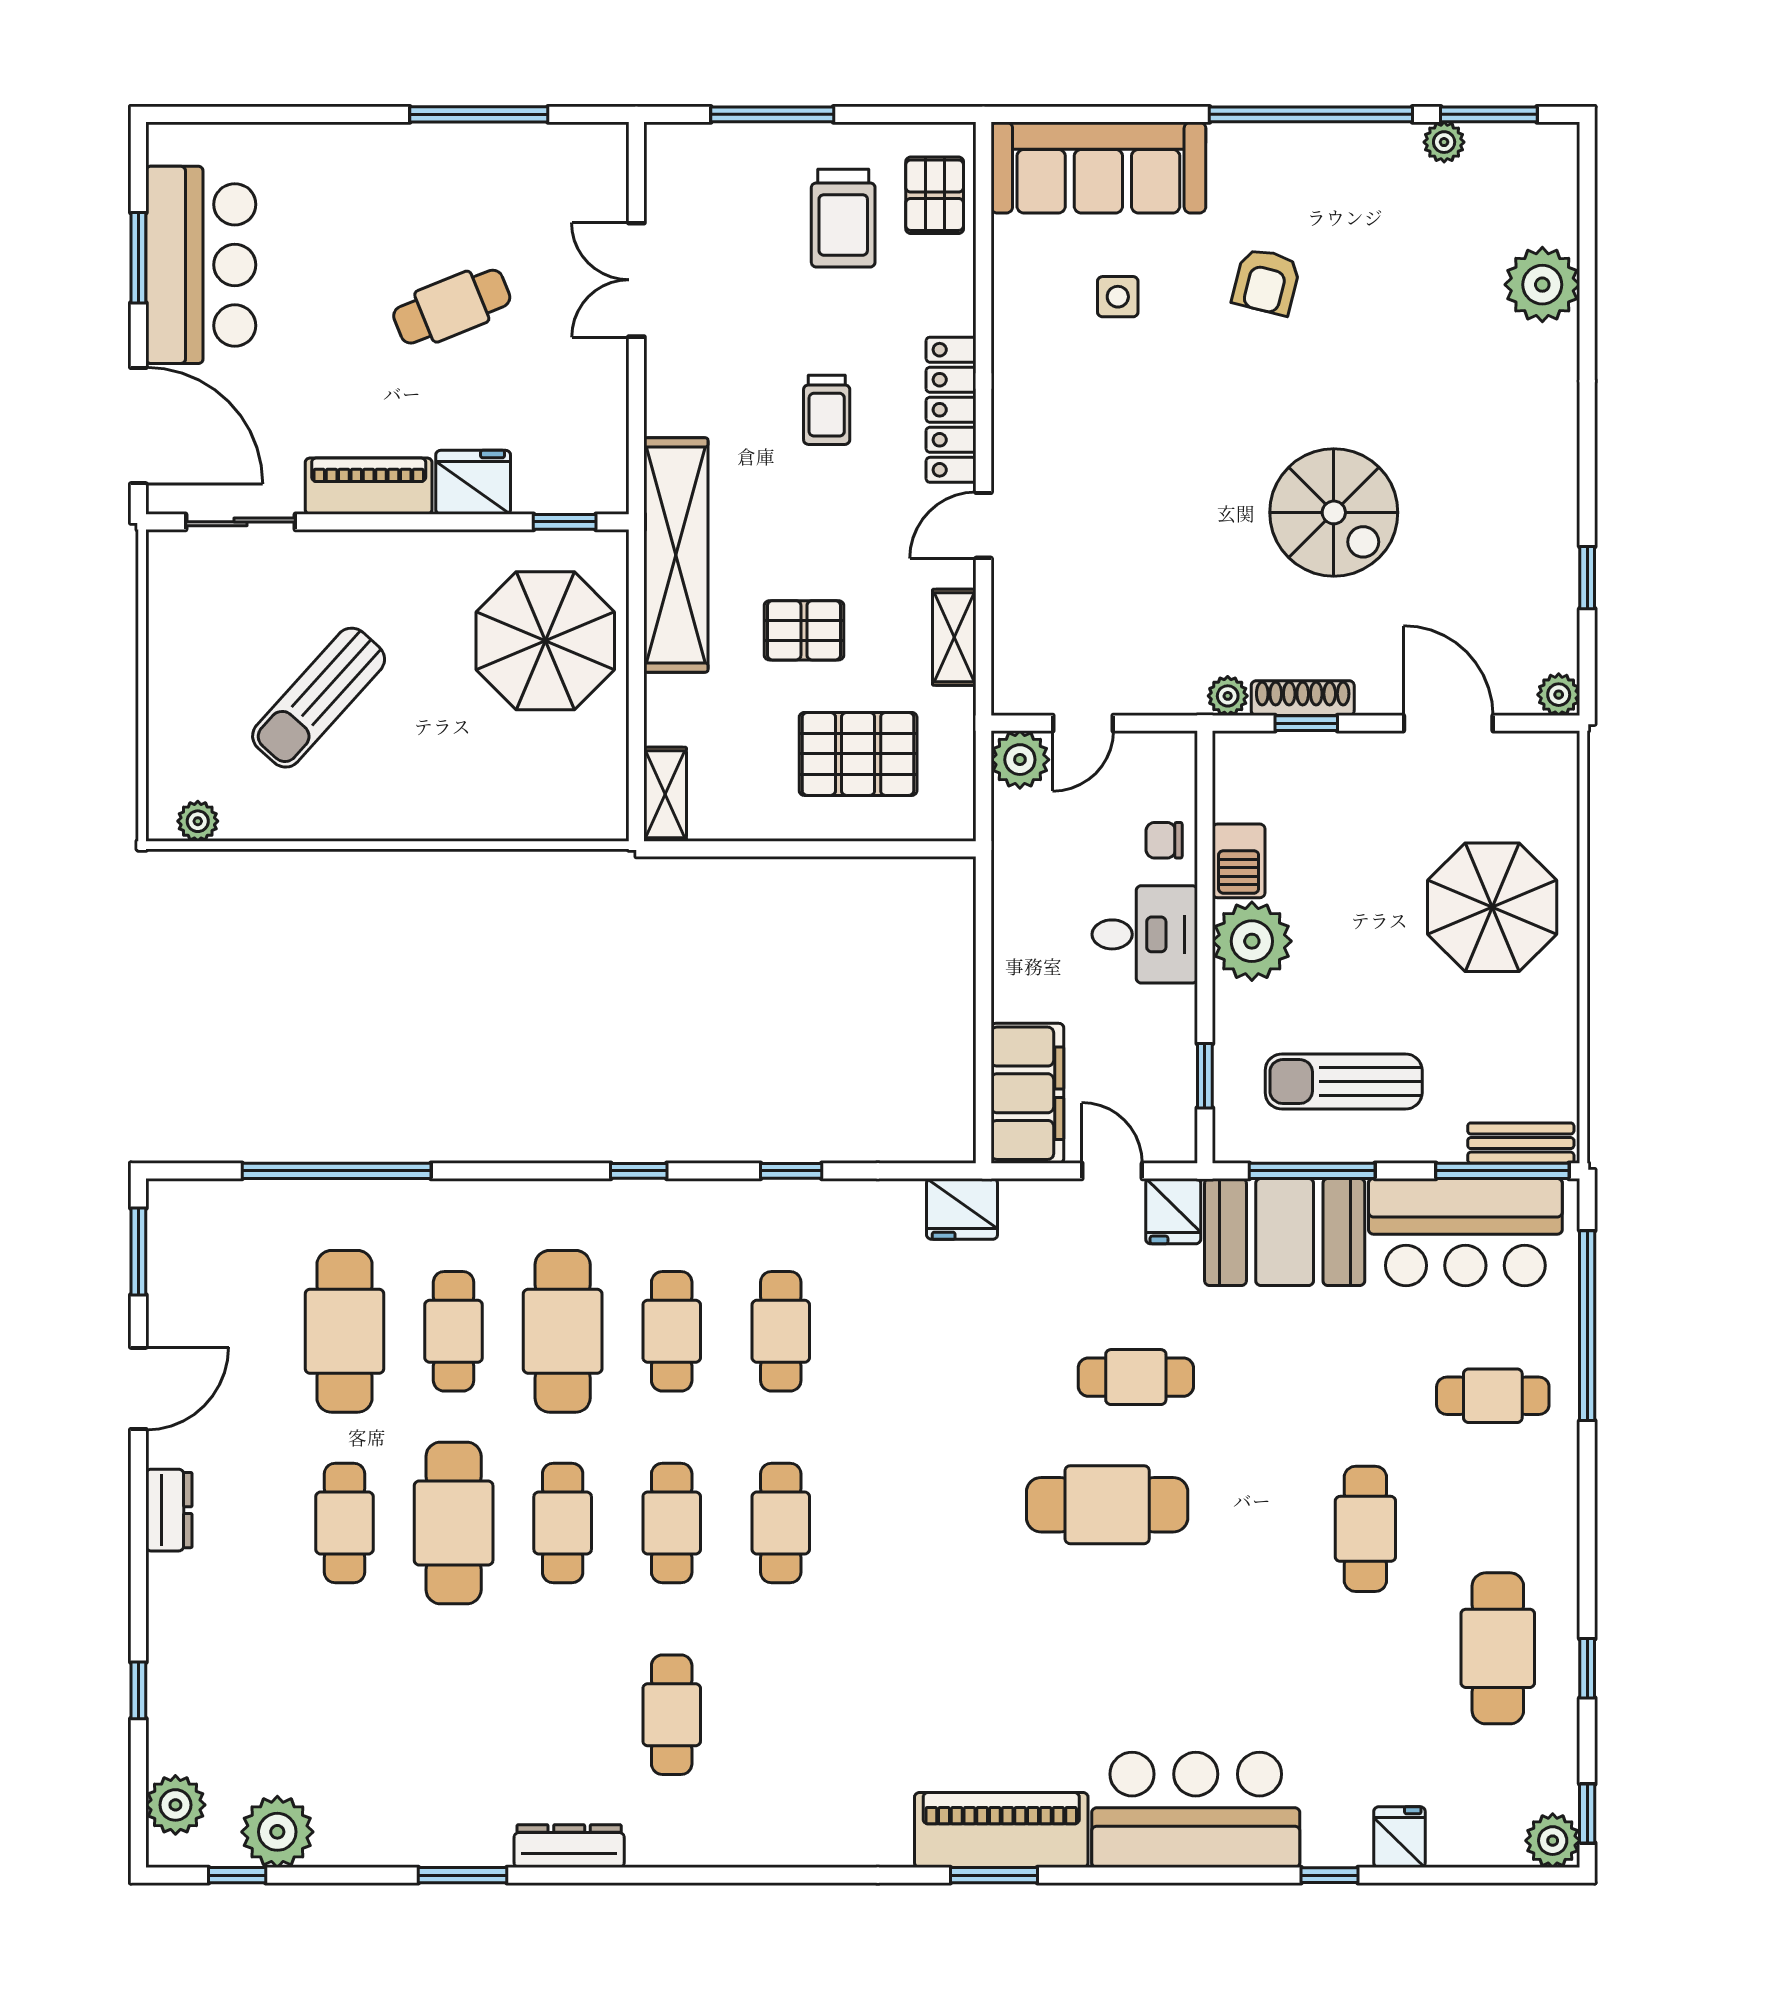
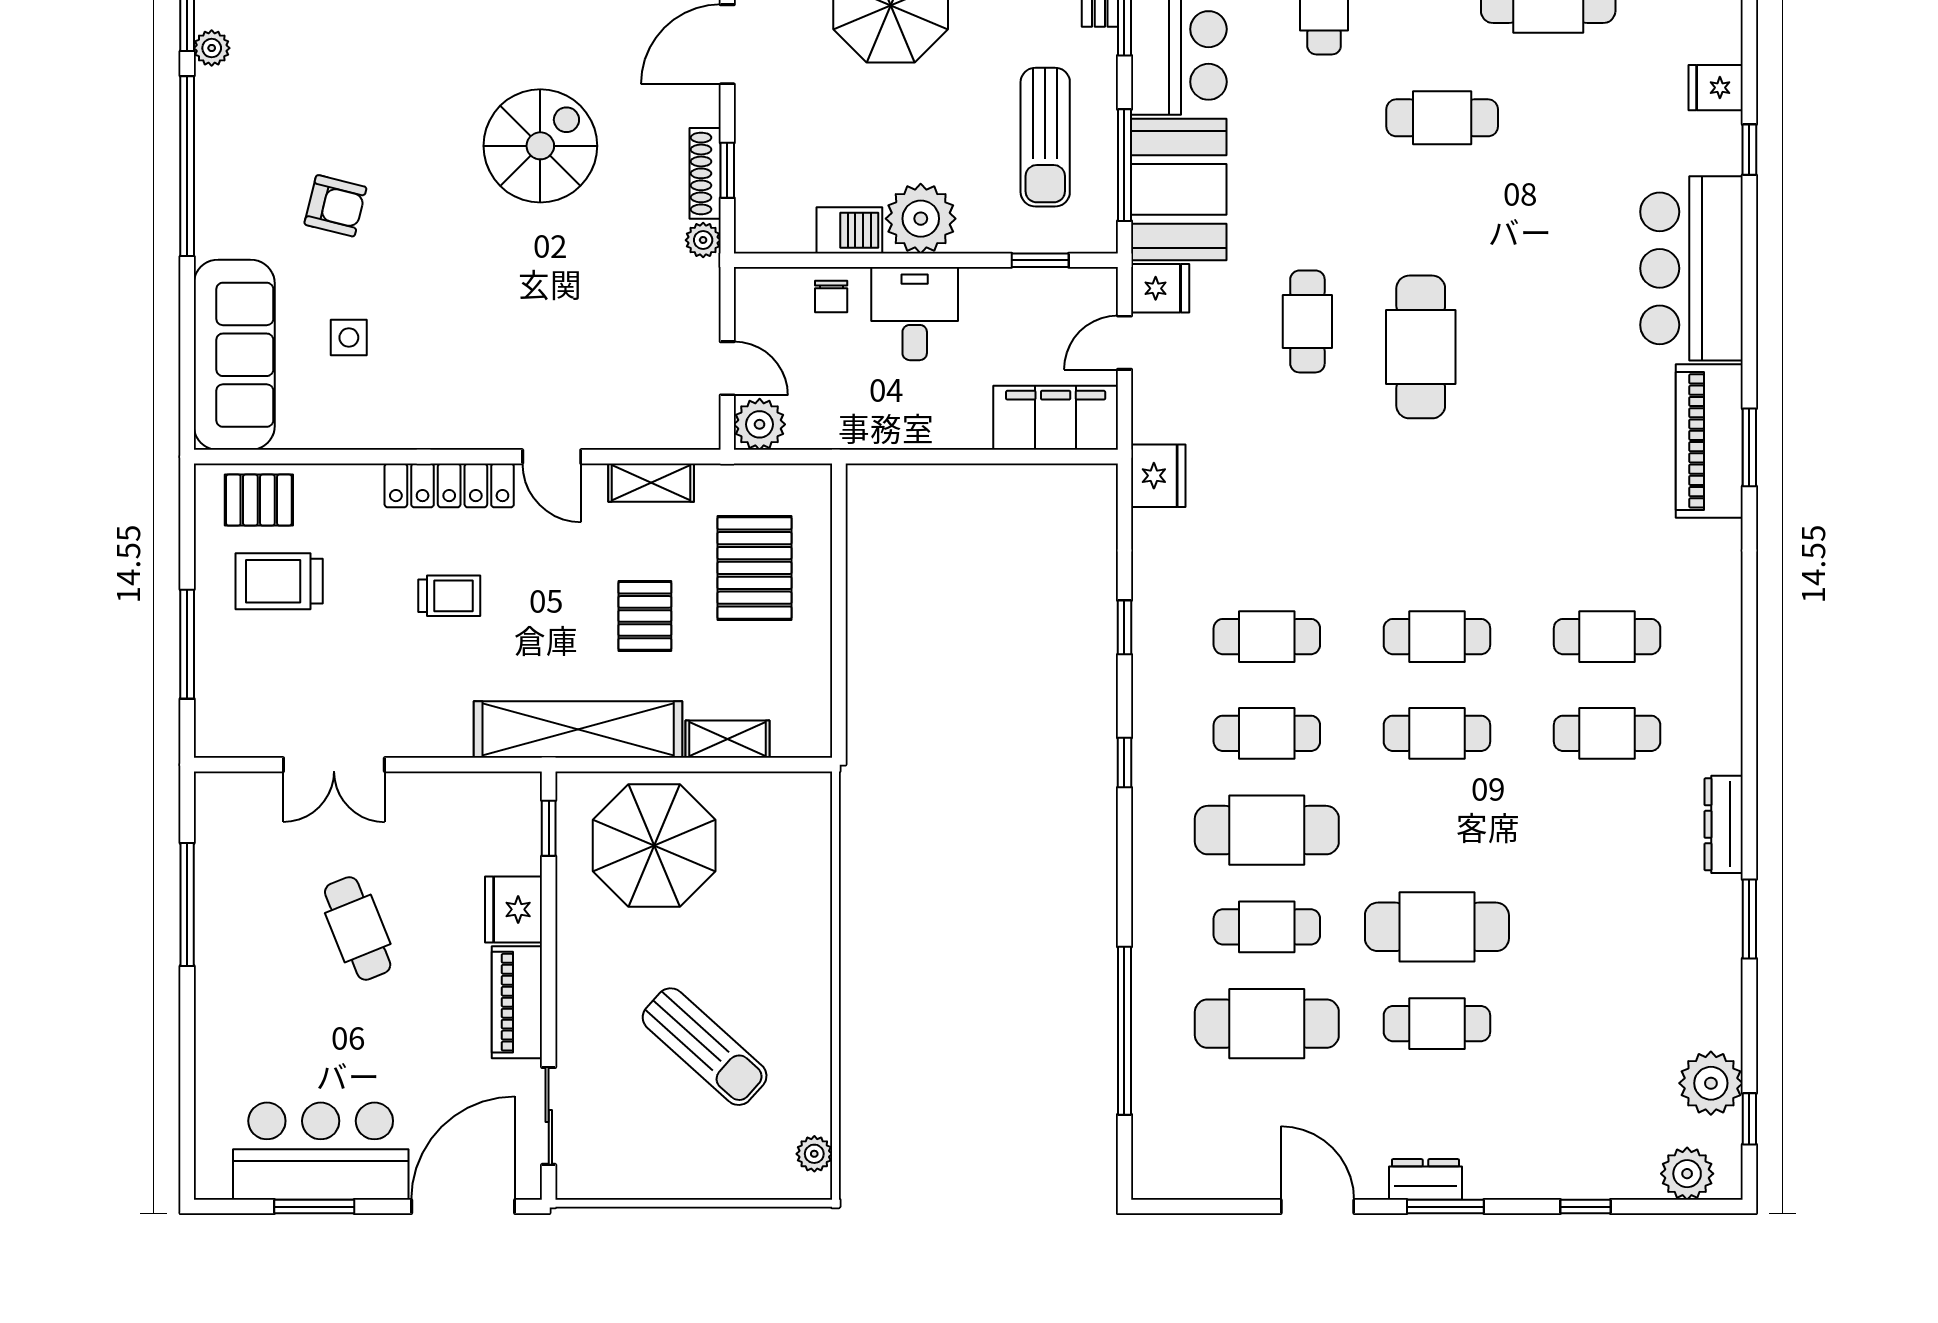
trolley: (843, 218) -> (279, 581), turned 180
shelving: (665, 794) -> (727, 739), moved
window: (138, 1252) -> (1445, 1207), moved
cafe table: (563, 1523) -> (1607, 637), moved

